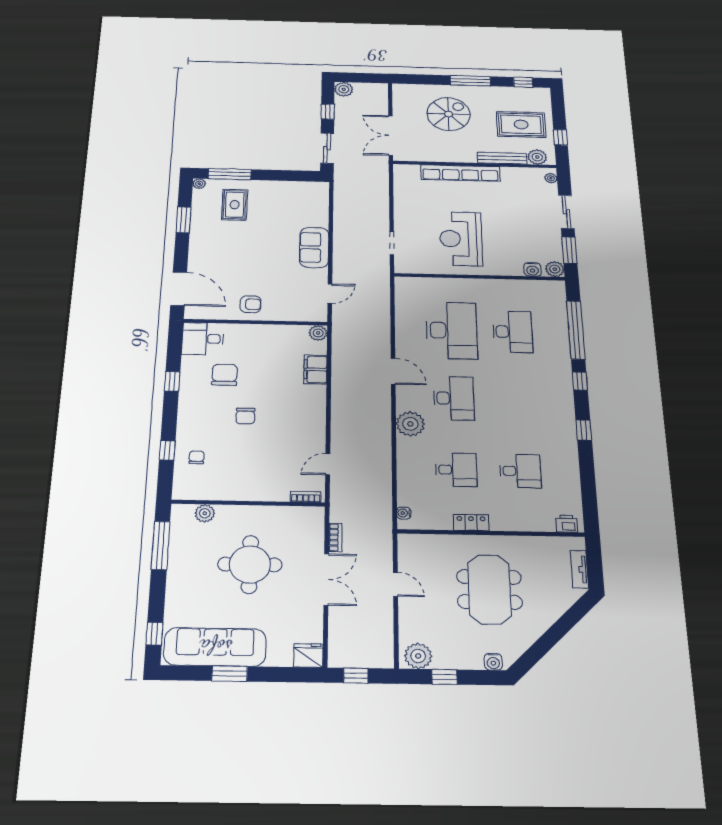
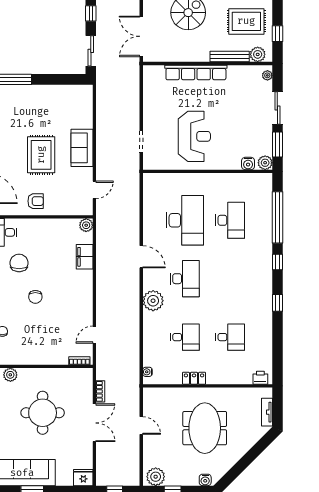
rug: (235, 205) -> (41, 155), moved, width x1.36, depth x1.43
reception desk: (461, 239) -> (194, 136), turned 180

